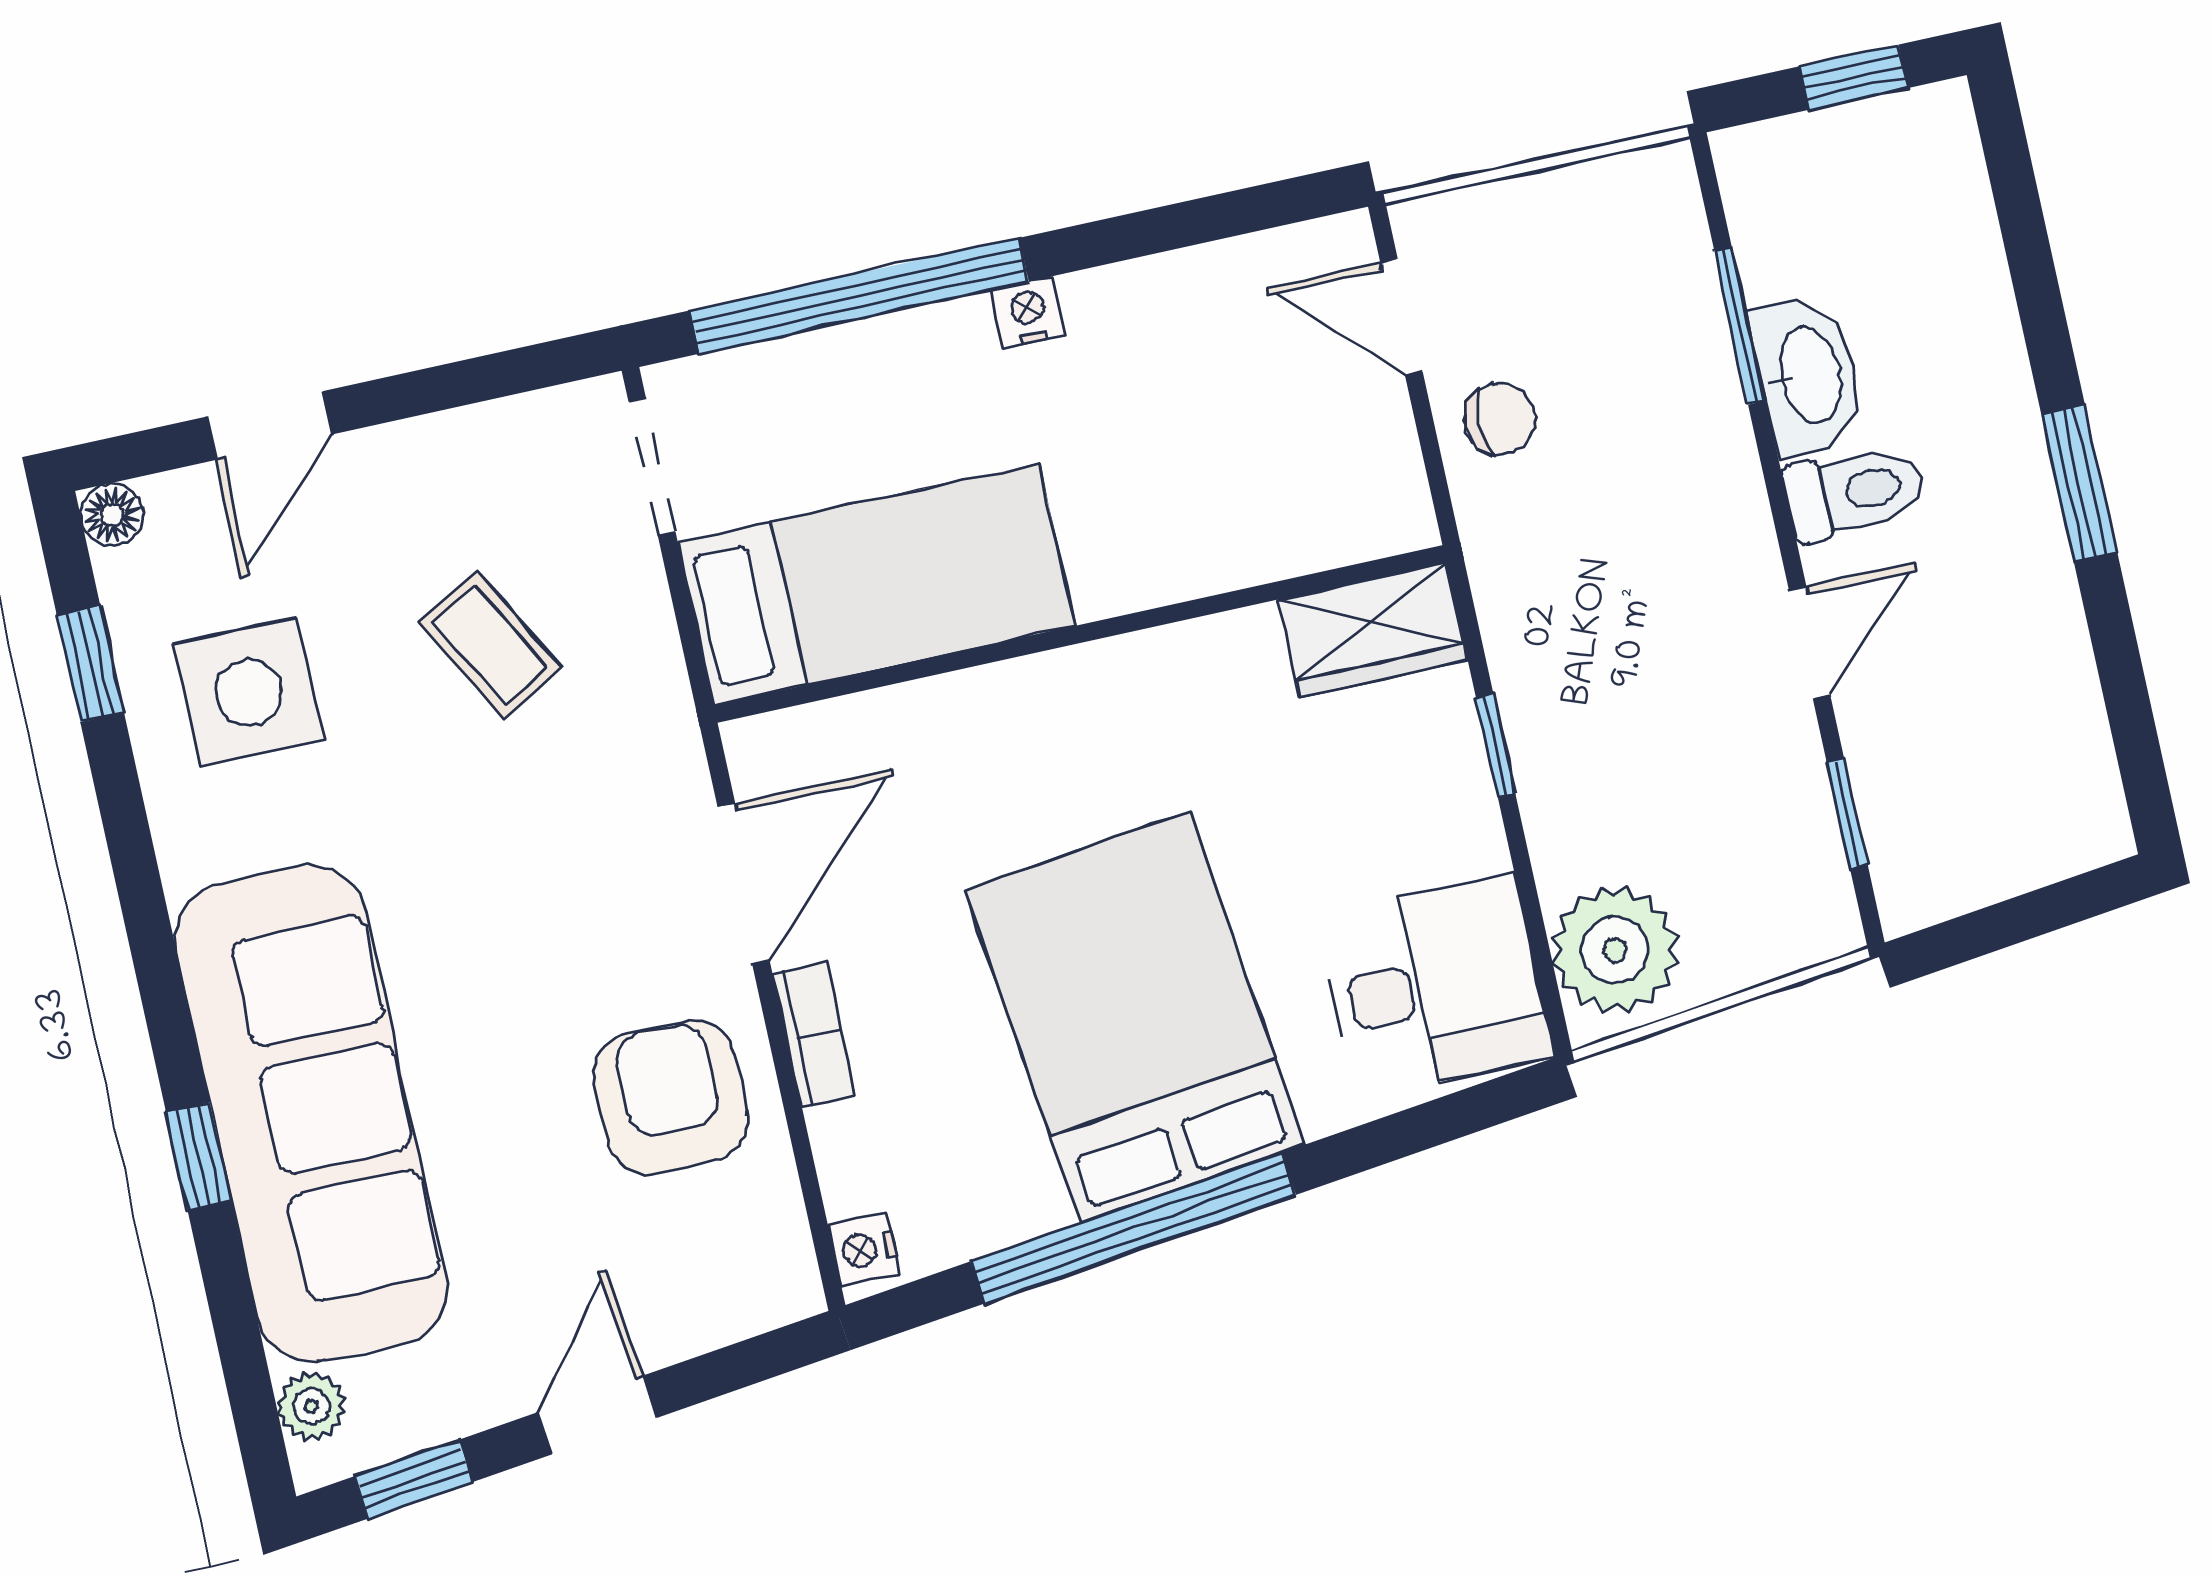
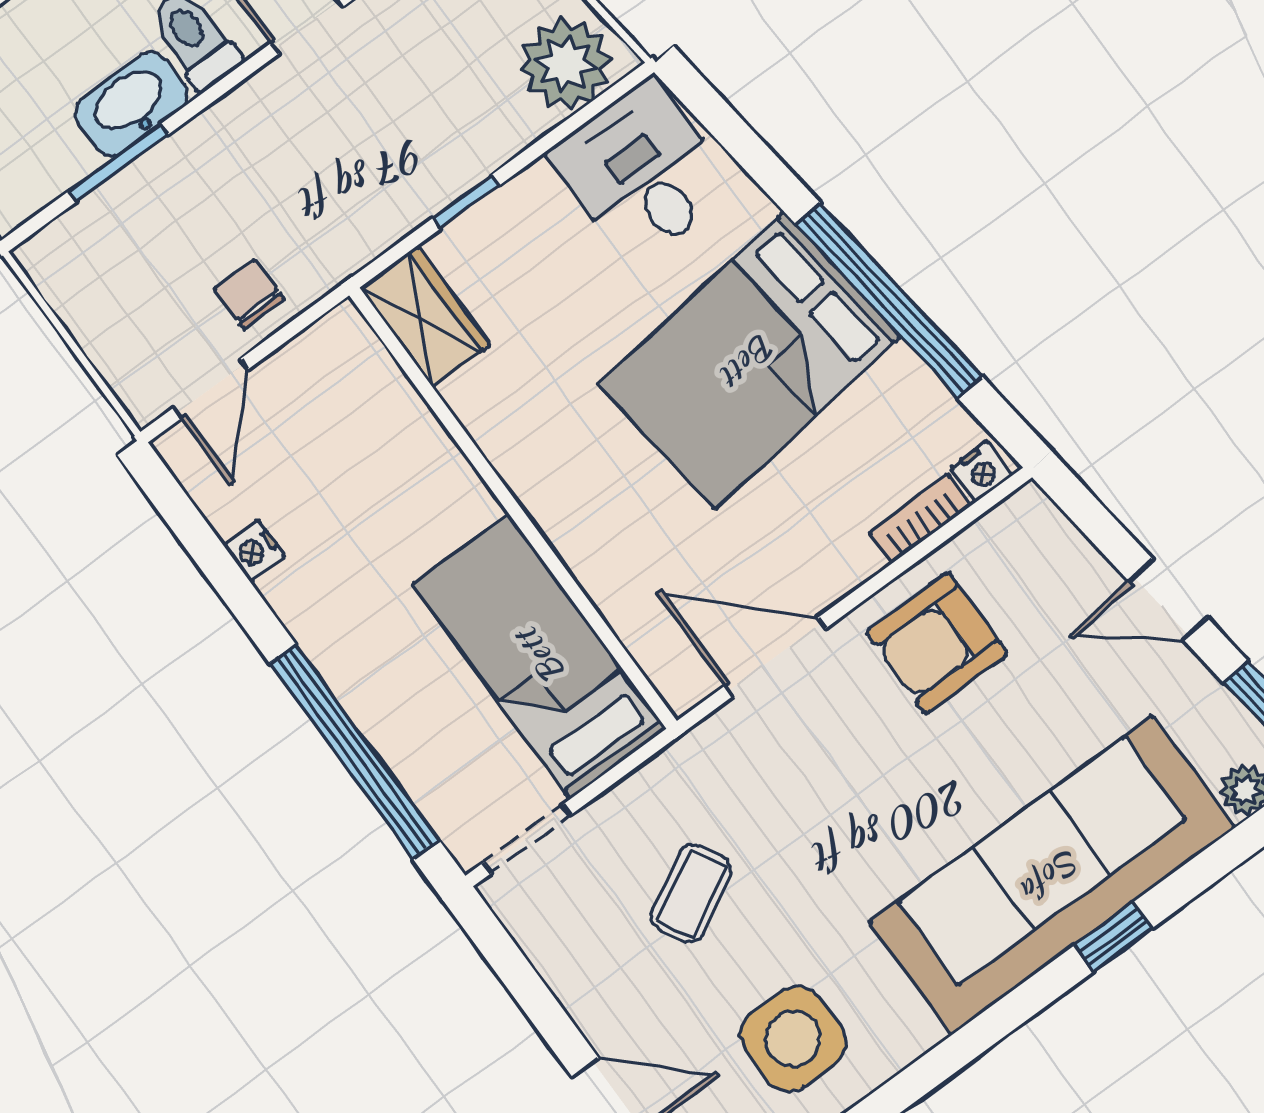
nightstand: (1028, 312) -> (254, 551), moved
bookcase: (814, 1034) -> (920, 519), moved

